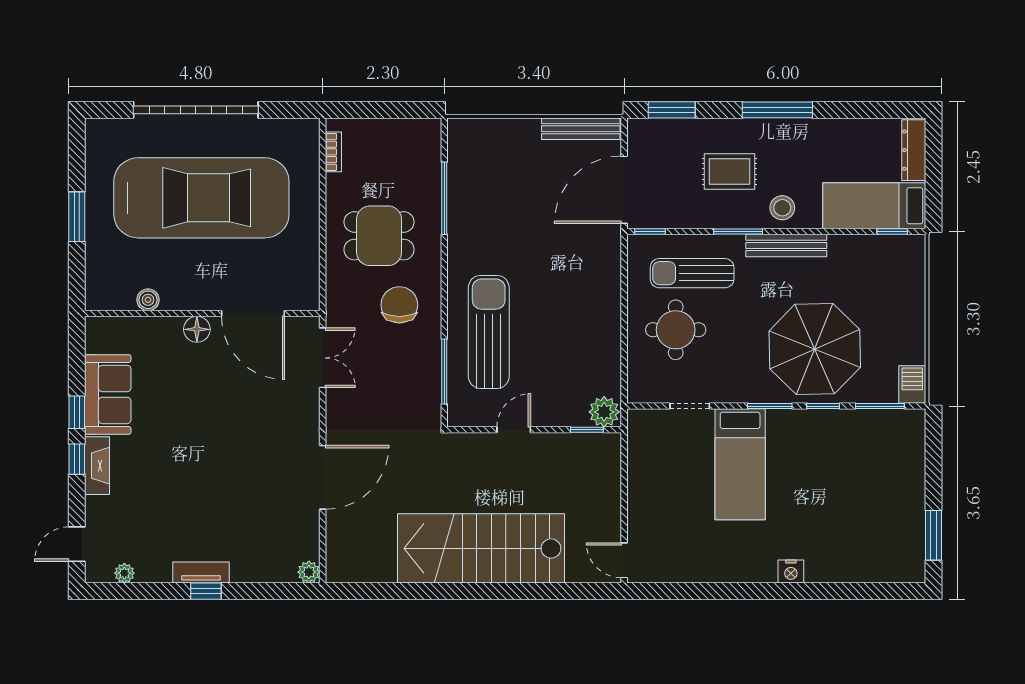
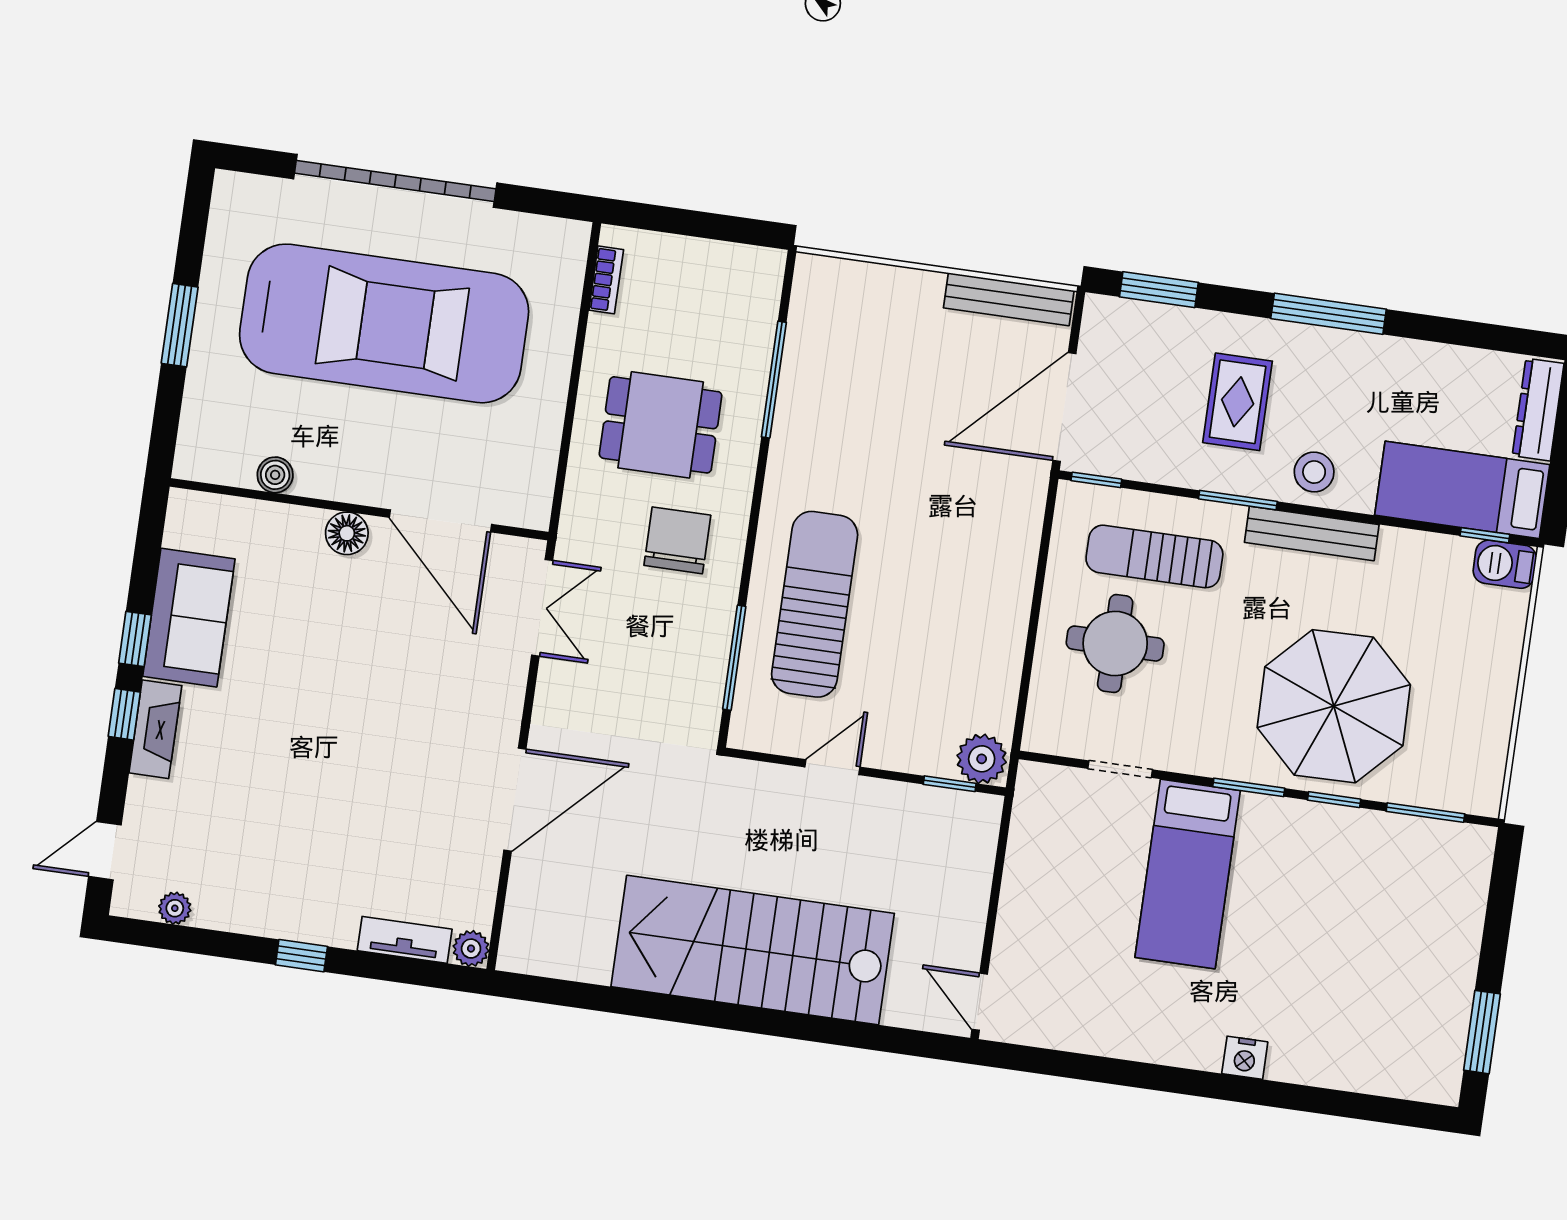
rug: (729, 172) -> (1238, 402), turned 90
barbecue: (912, 385) -> (1505, 564), moved, turned -90
tv unit: (201, 573) -> (405, 940), moved

